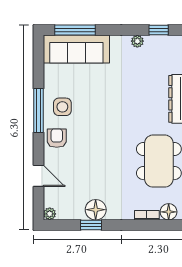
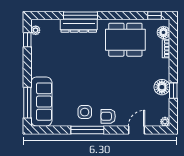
plant: (137, 41) -> (36, 30), moved

